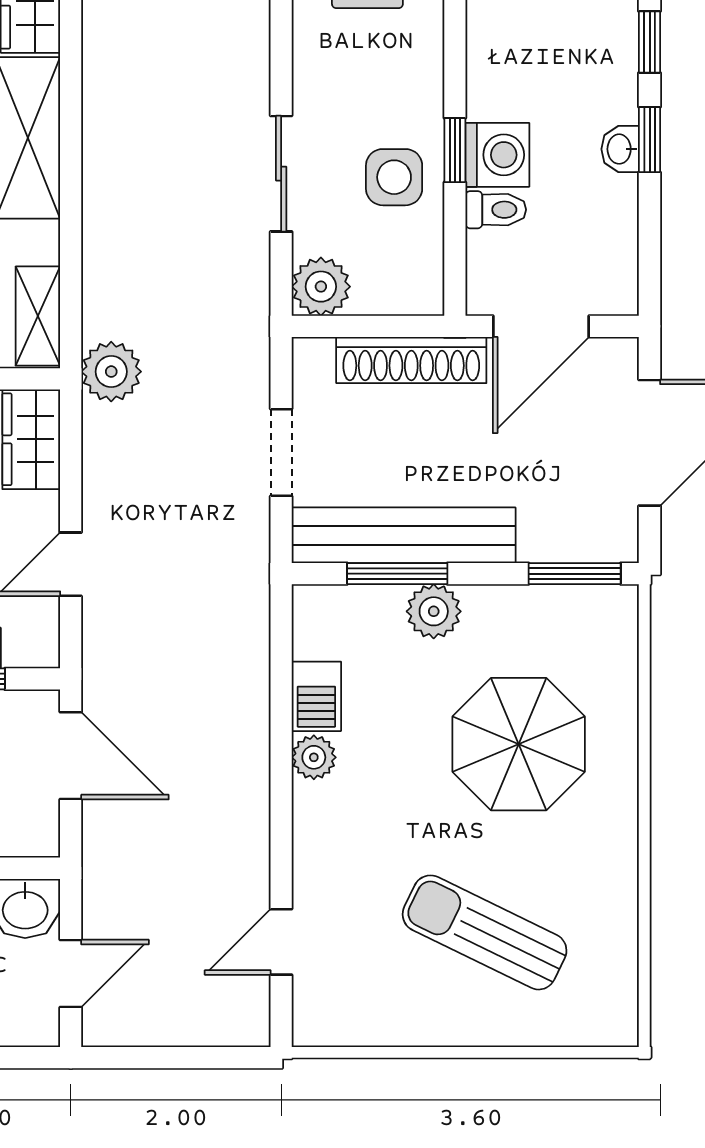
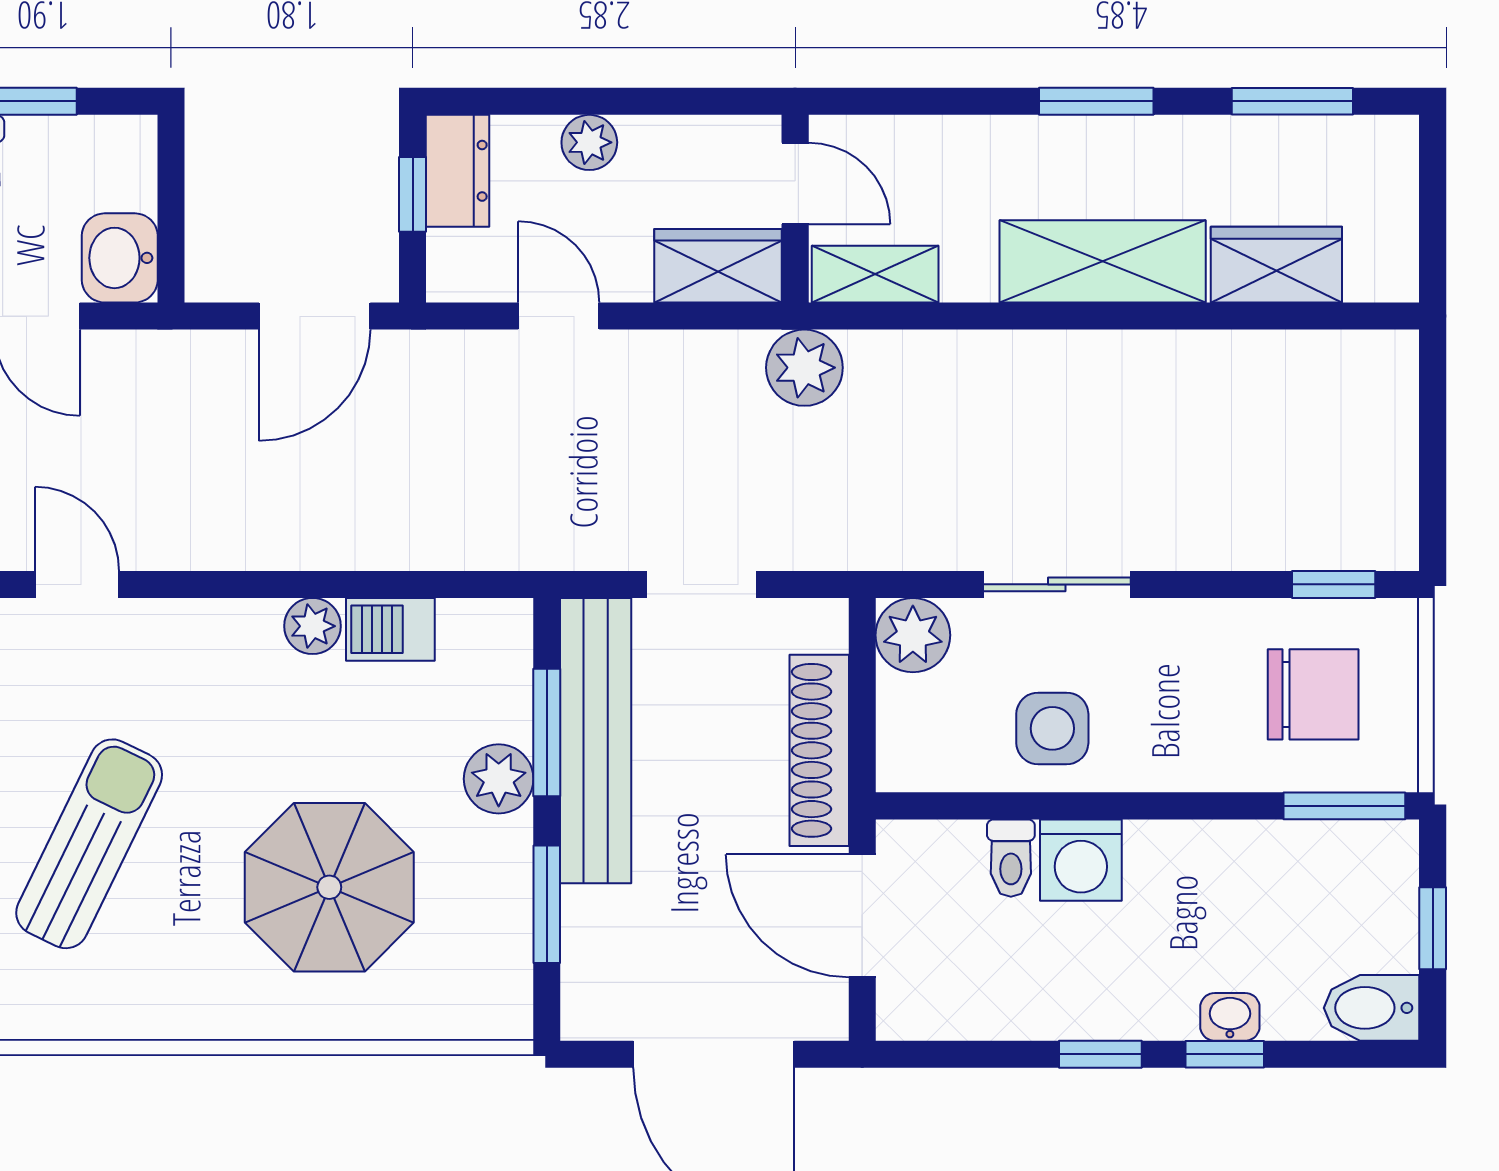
washbasin: (620, 149) -> (1230, 1017), moved
window: (455, 150) -> (1087, 806), removed
window: (575, 574) -> (547, 904), moved

